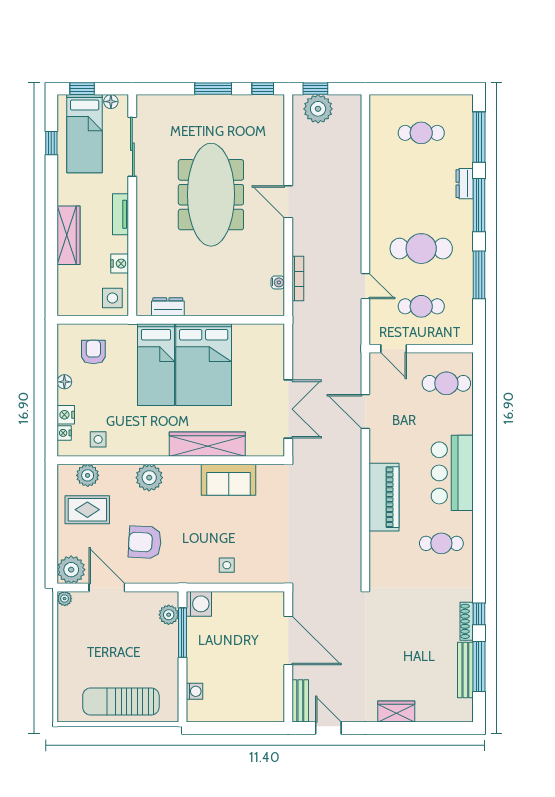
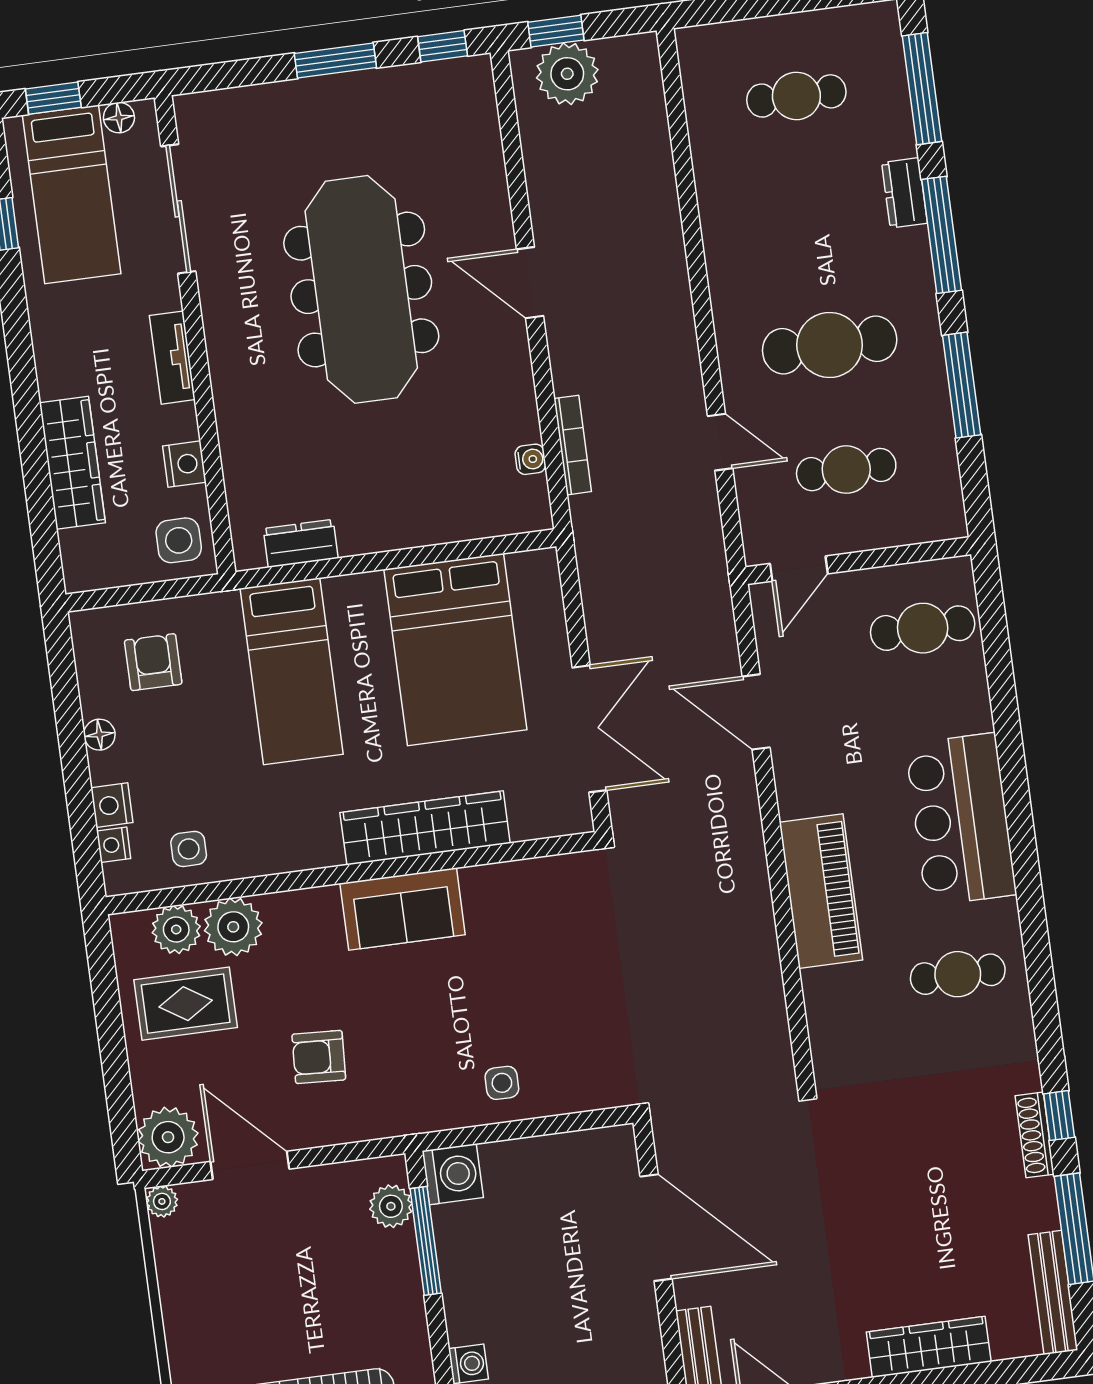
wardrobe: (69, 235) -> (72, 463), moved
door: (394, 349) -> (799, 569), hinge flipped
bed: (204, 365) -> (455, 649), moved
plant: (149, 478) -> (233, 927), moved
sofa: (229, 480) -> (403, 909), moved
armchair: (145, 542) -> (319, 1057), width x0.72, depth x0.72
bench: (465, 670) -> (1053, 1293), moved
wardrobe: (396, 712) -> (929, 1347), width x1.50

